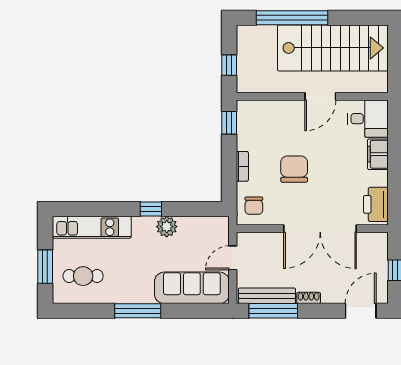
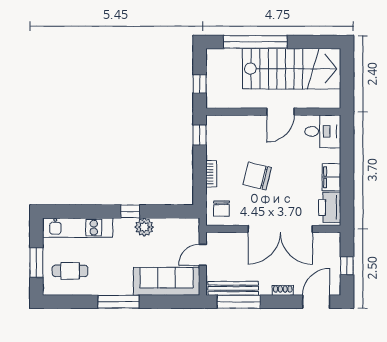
filing cabinet: (378, 154) -> (331, 177), moved
chair: (294, 169) -> (257, 176), turned -76
shoe rack: (309, 298) -> (283, 290), moved

